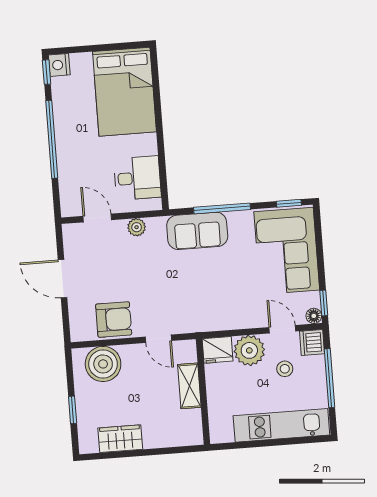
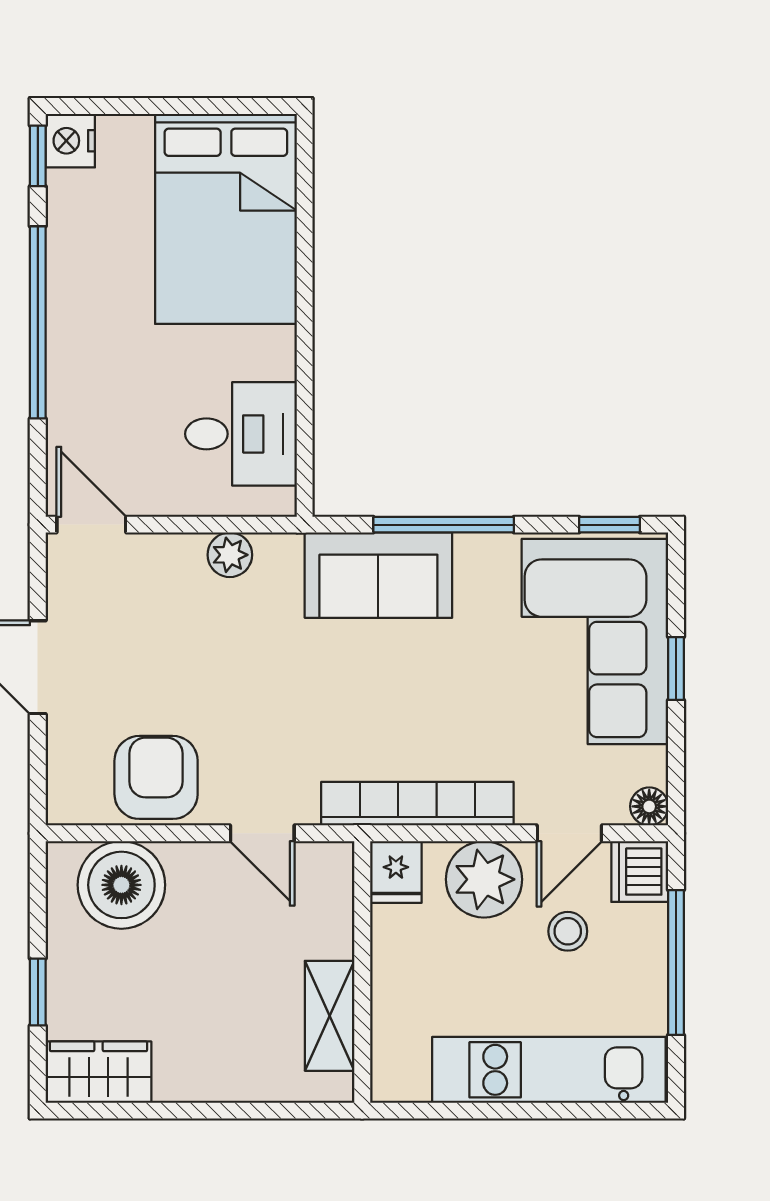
door: (97, 218) -> (91, 525), moved
window: (324, 303) -> (676, 668), moved
armchair: (114, 319) -> (156, 777), turned -90
bookcase: (220, 322) -> (417, 804), added
door: (282, 329) -> (569, 833), swing flipped
fridge: (218, 350) -> (396, 872), width x0.72
shelving: (189, 386) -> (330, 1016), moved
wardrobe: (120, 439) -> (99, 1072), moved

